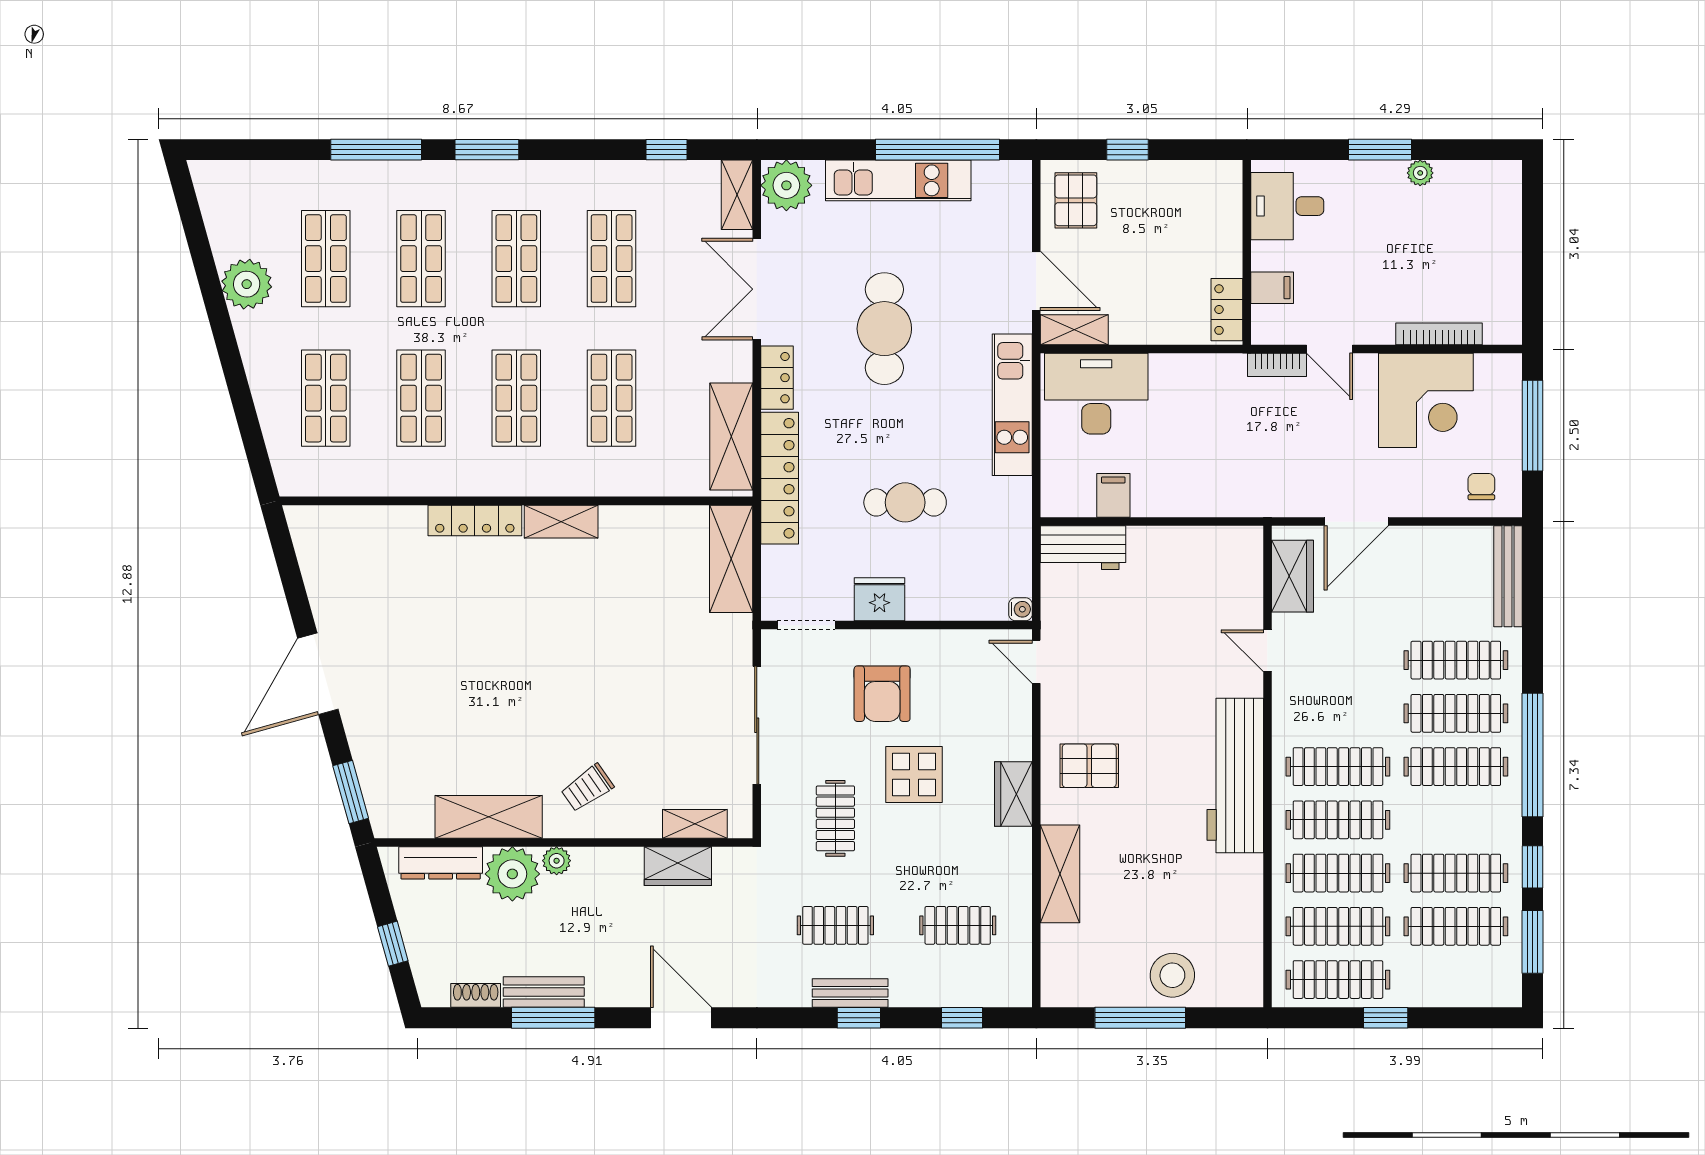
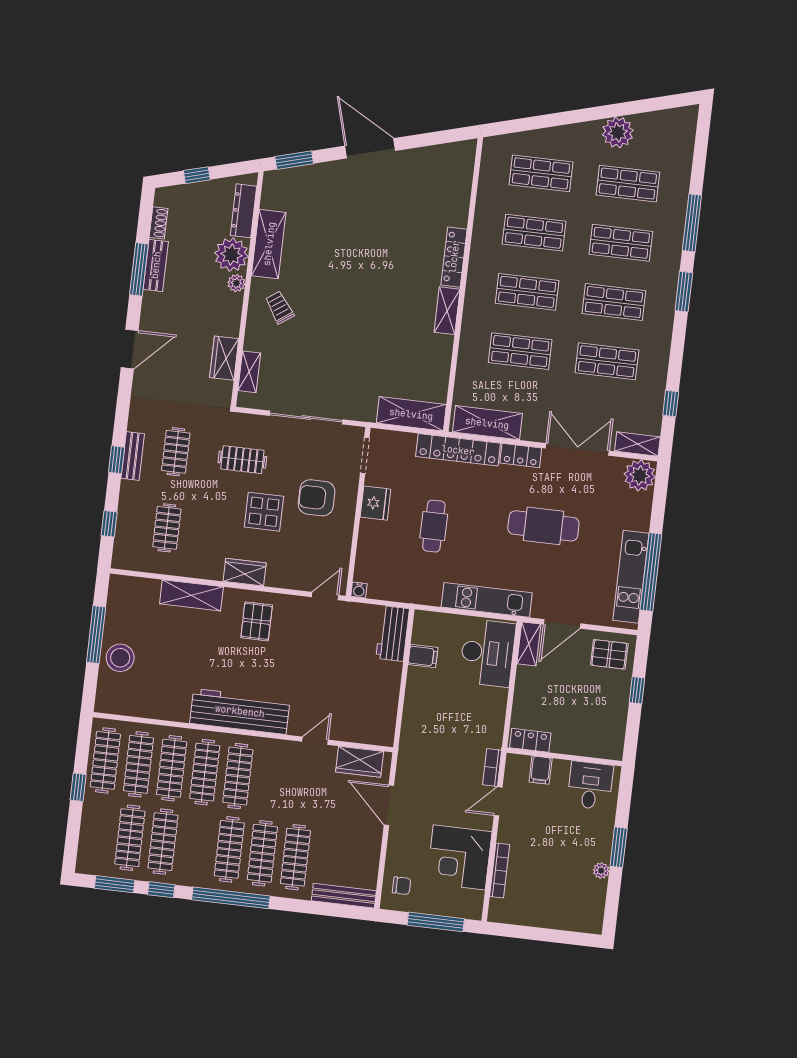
kitchen unit: (898, 180) -> (631, 577), moved

